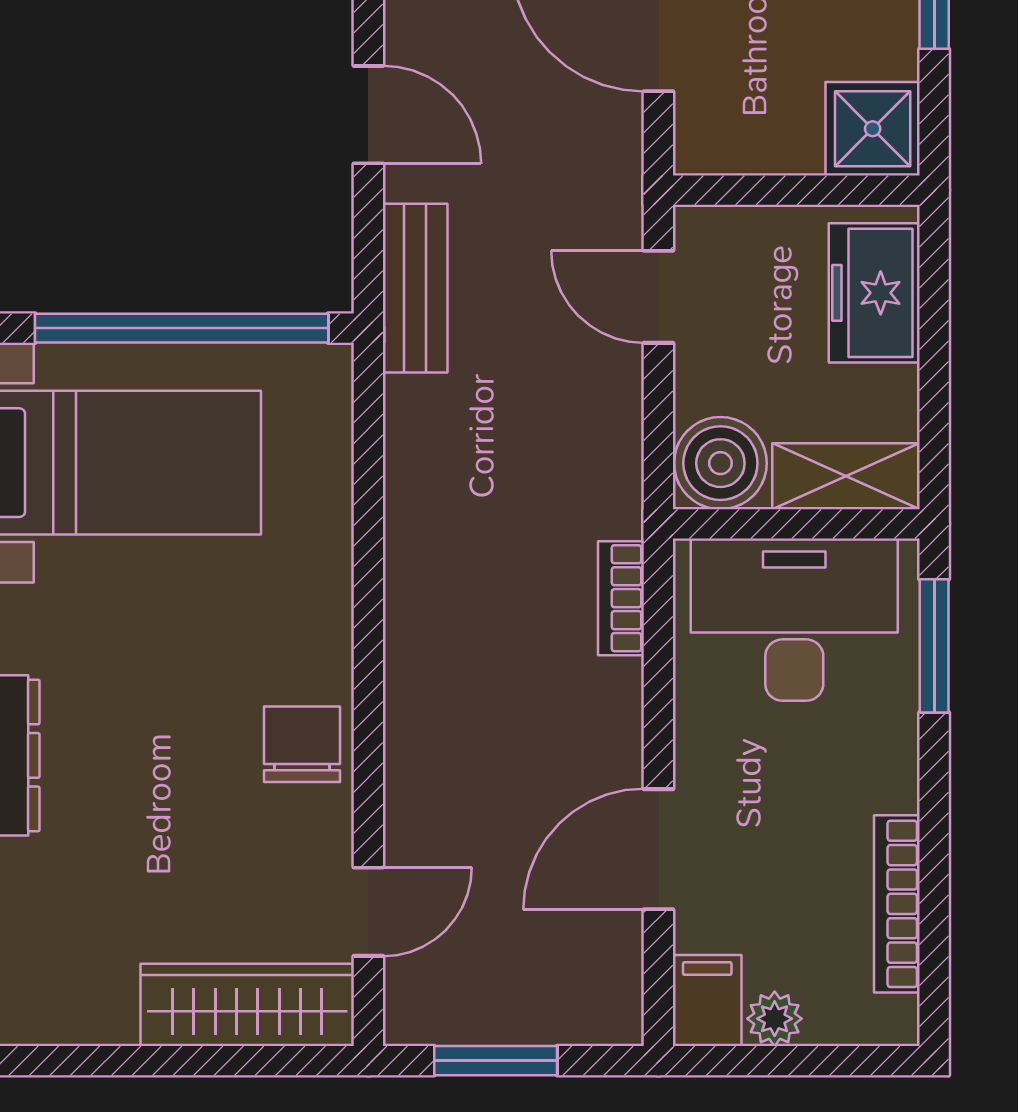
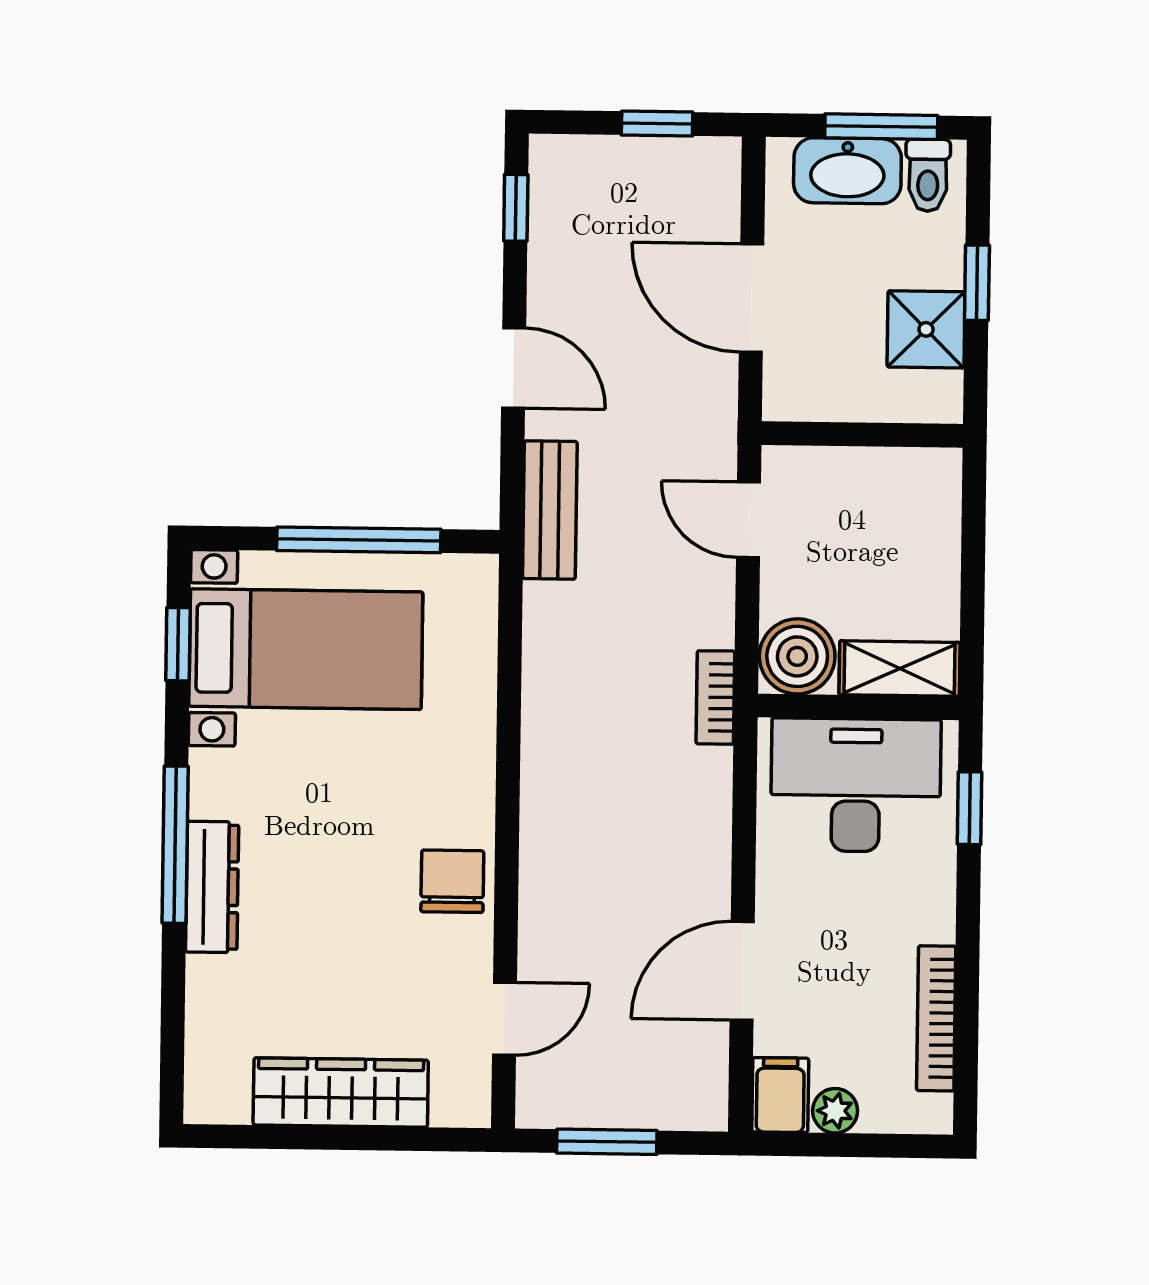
shower: (873, 129) -> (926, 329), moved
freezer: (874, 293) -> (925, 519), removed
window: (182, 328) -> (359, 540), width x0.68
bookcase: (621, 598) -> (715, 697), moved
window: (934, 646) -> (970, 808), width x0.67
wardrobe: (247, 1005) -> (341, 1093), moved

